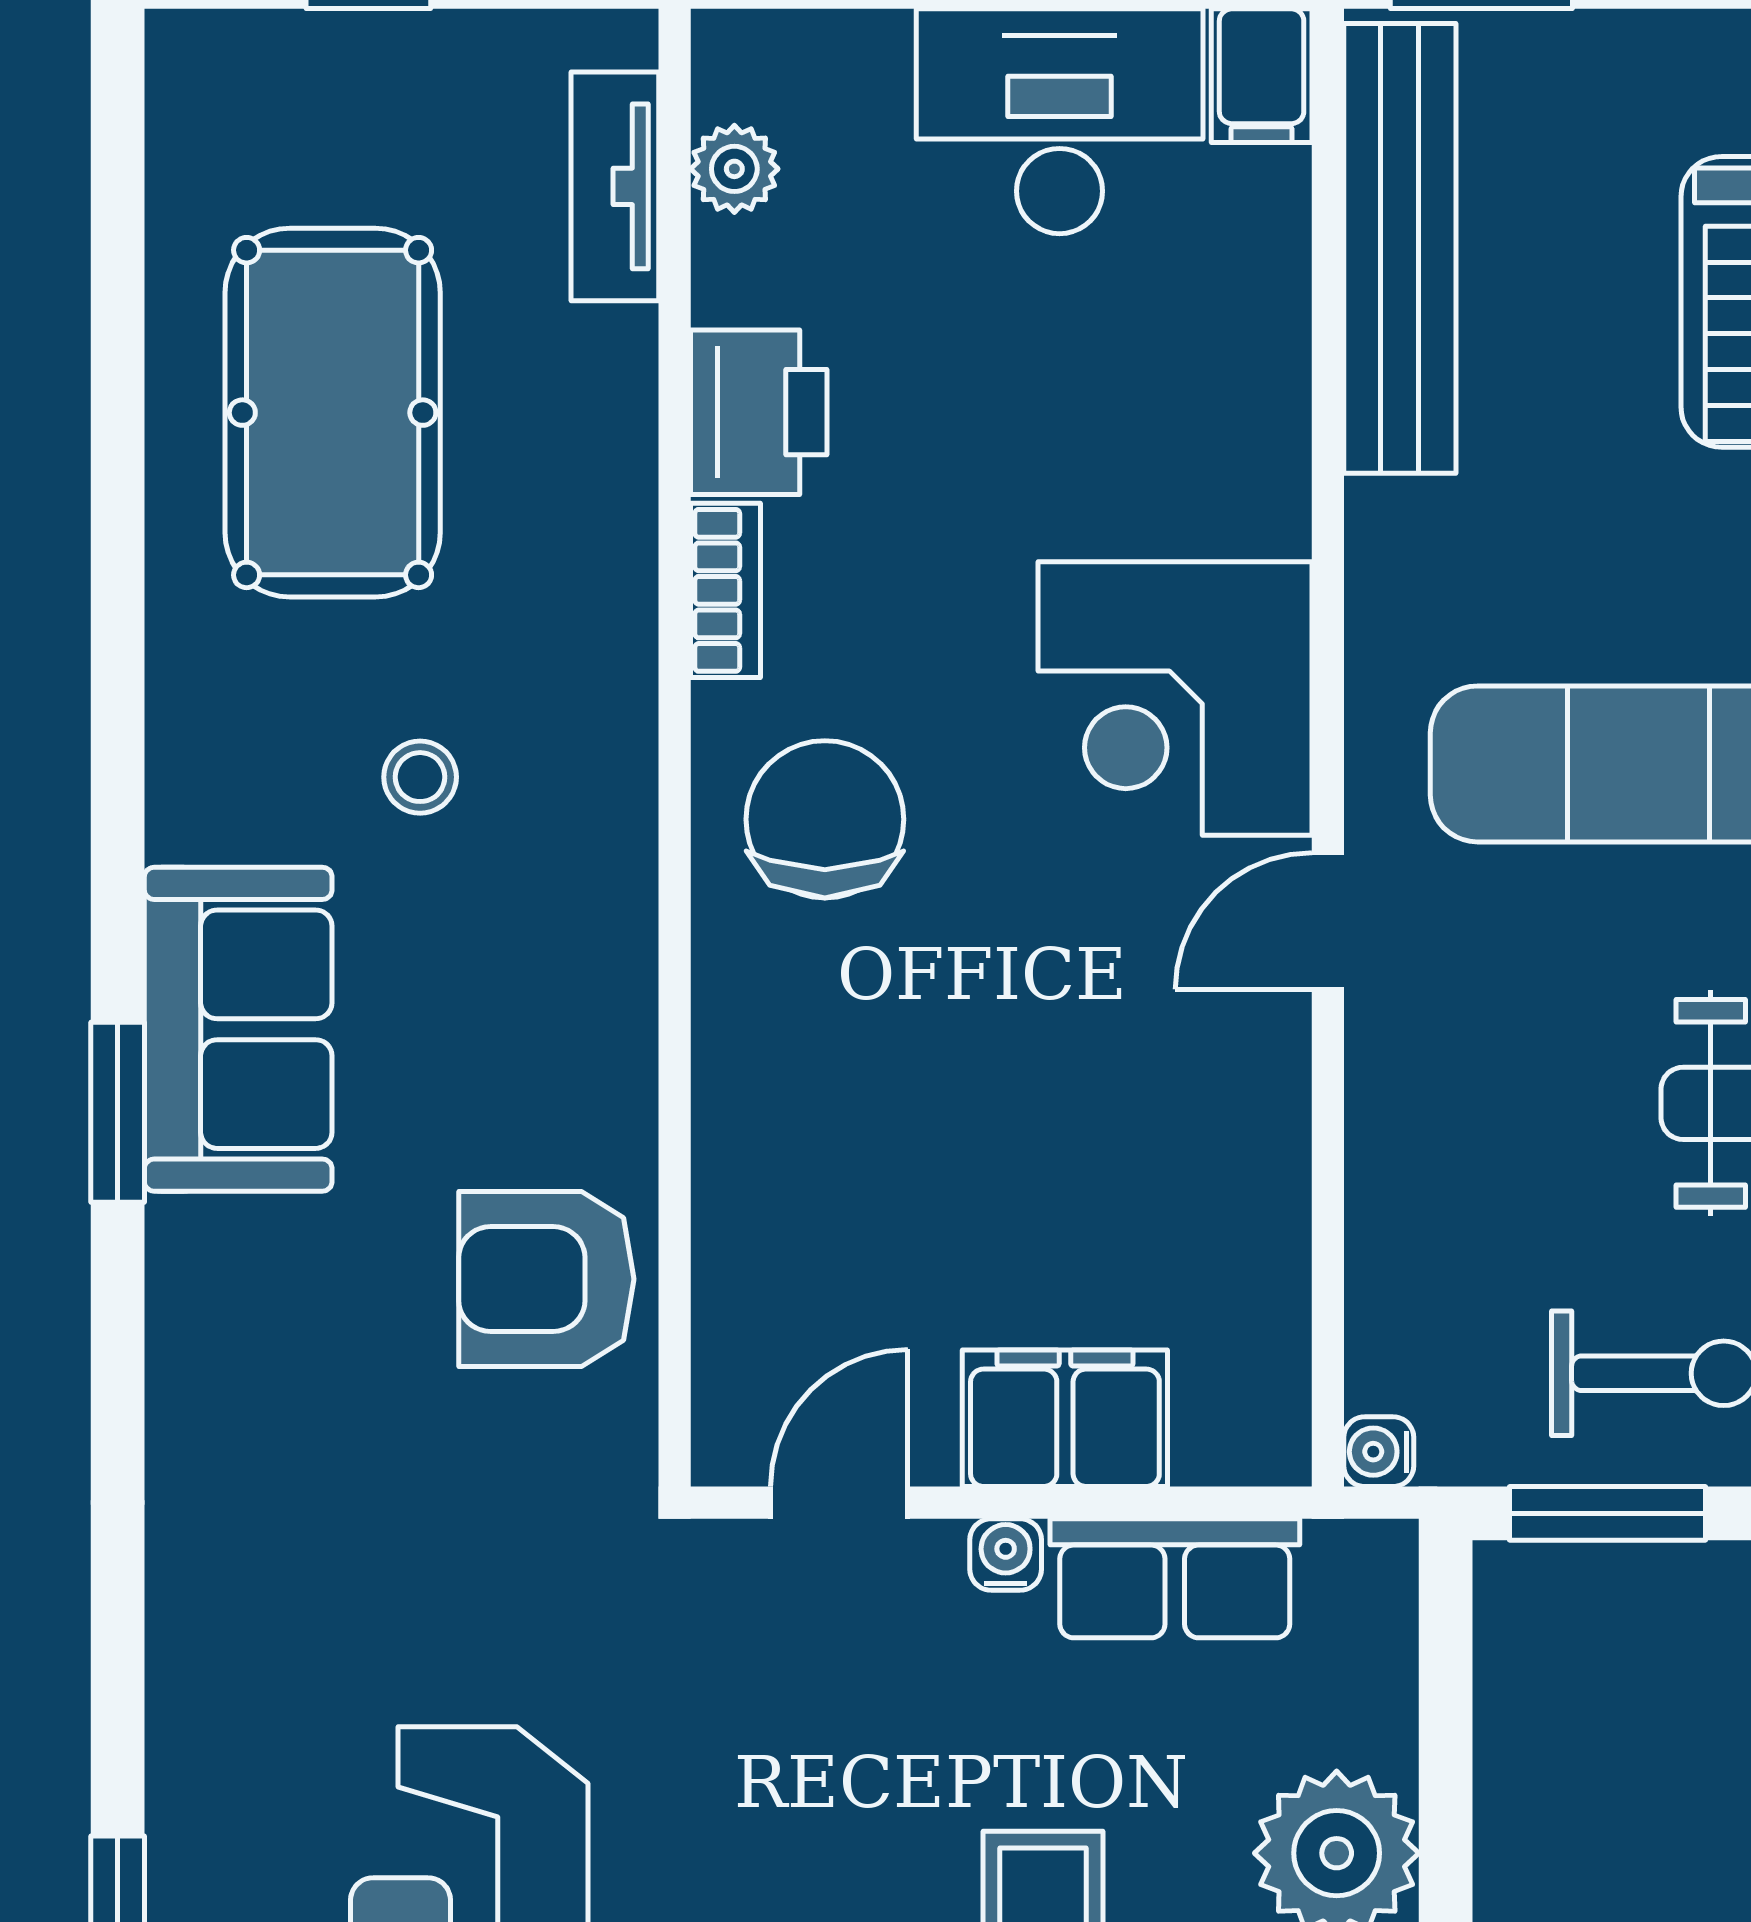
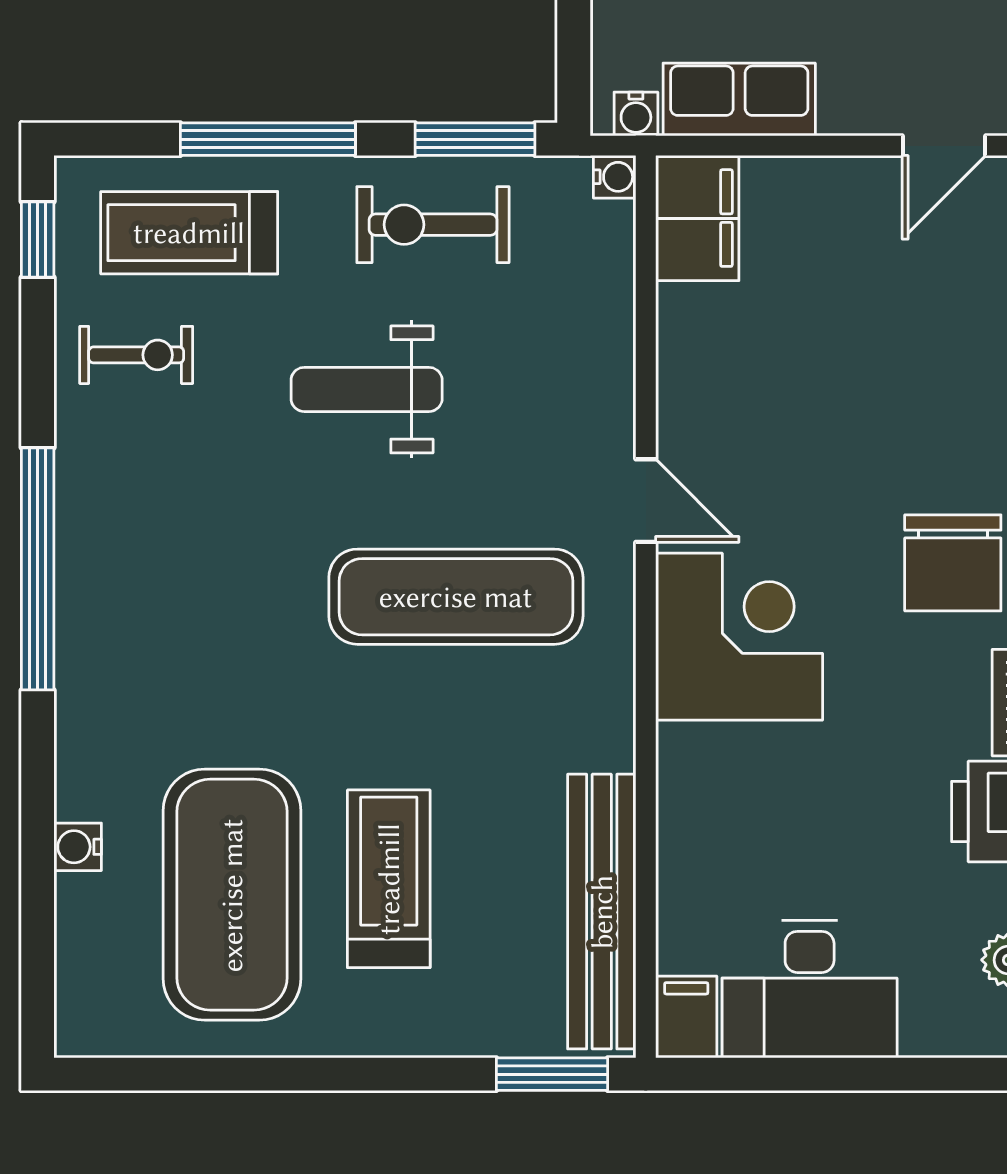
door: (1328, 921) -> (646, 501), hinge flipped
filing cabinet: (1065, 1418) -> (697, 218), moved, turned -90
water cooler: (1006, 1555) -> (636, 114), moved

